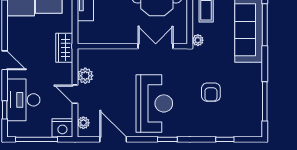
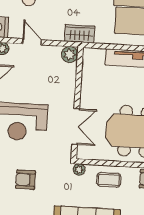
plant: (85, 76) -> (70, 54), moved
door: (75, 94) -> (32, 42), hinge flipped

